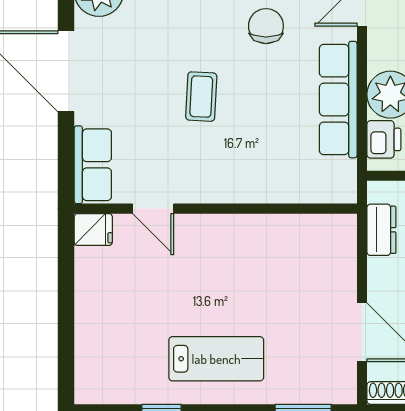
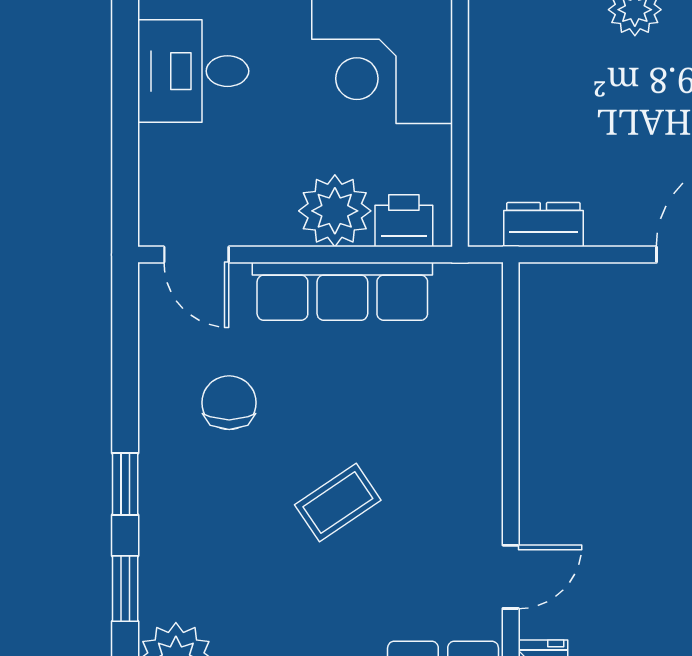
chair: (266, 26) -> (229, 403), turned 90
coffee table: (201, 97) -> (338, 503), turned -37

